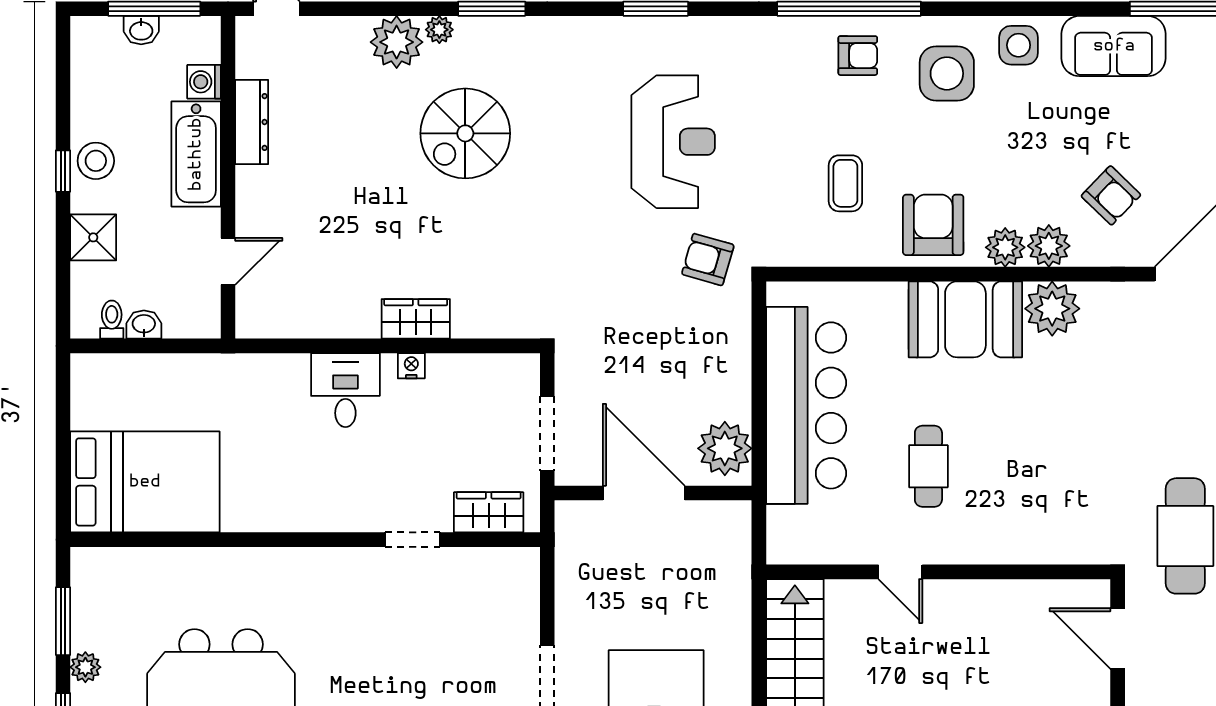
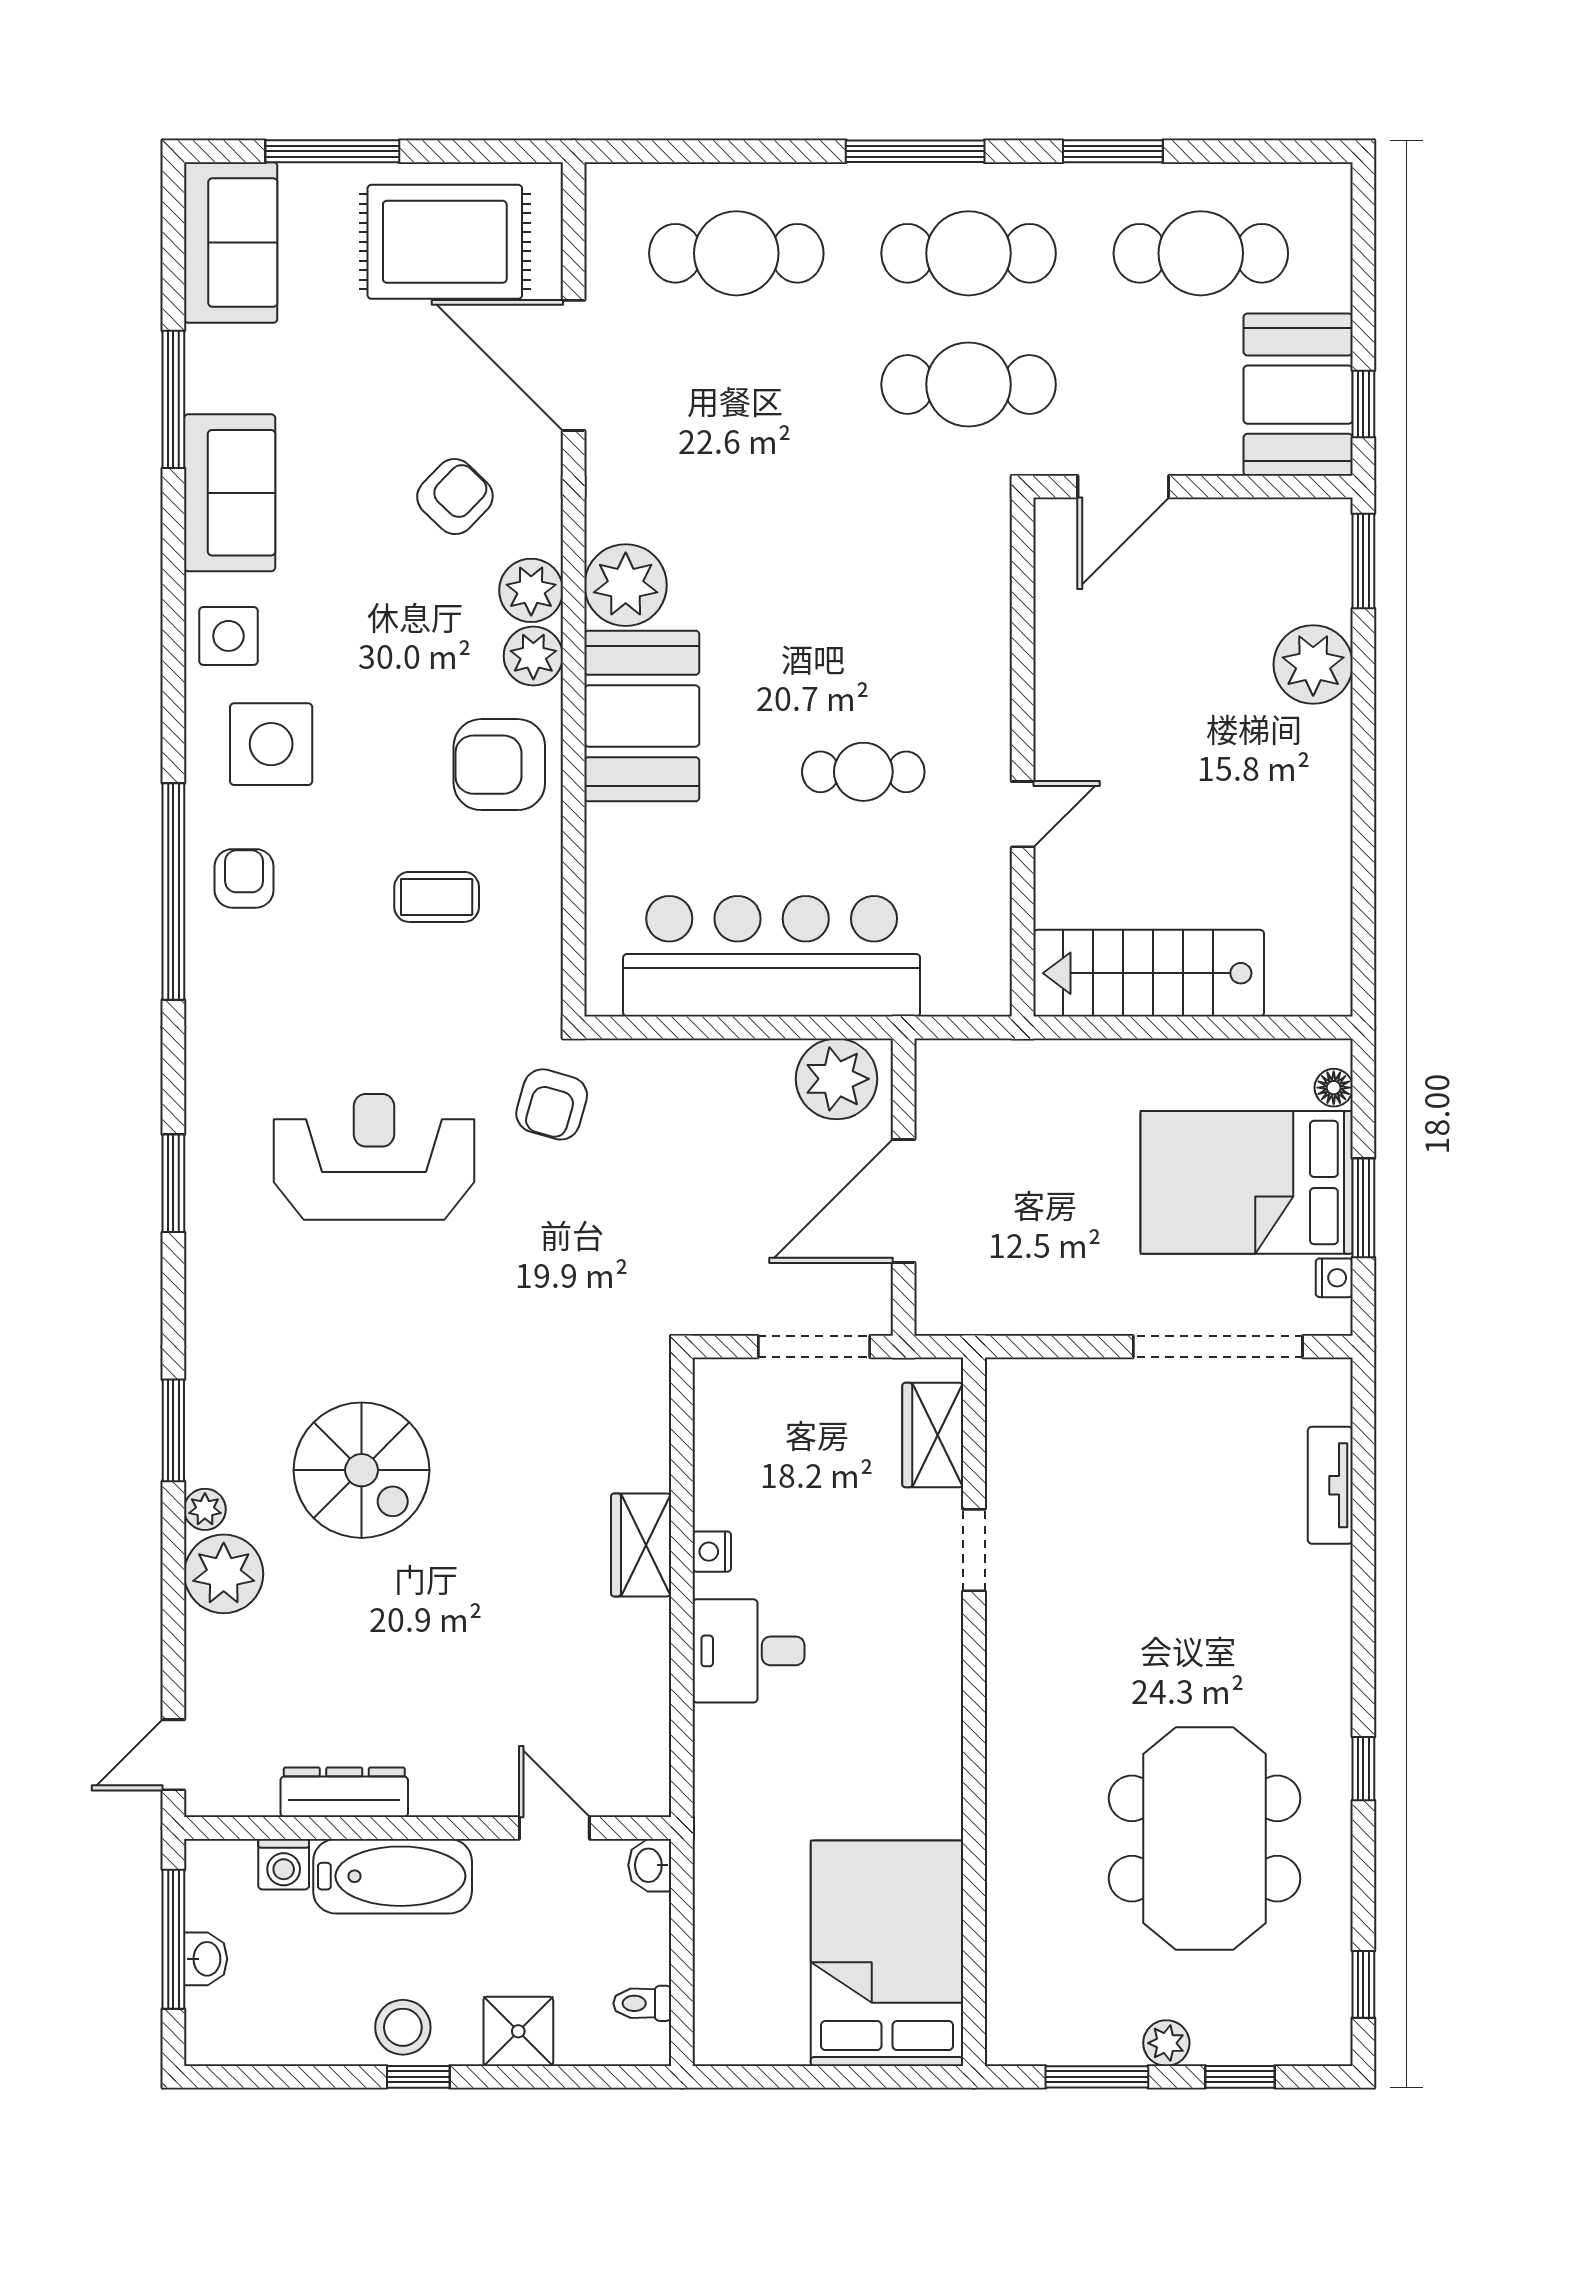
washbasin: (144, 325) -> (650, 1865), moved

